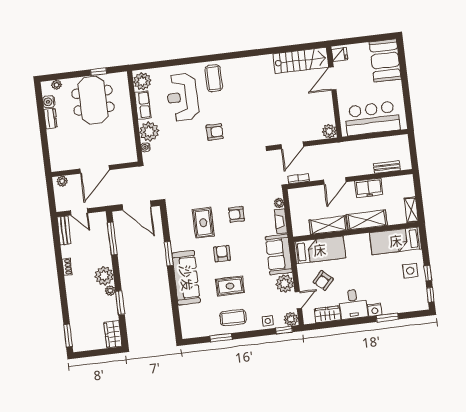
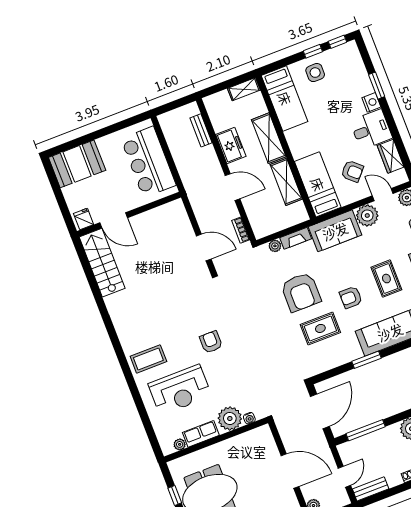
plant: (142, 81) -> (180, 444), width x0.53, depth x0.53
plant: (329, 131) -> (176, 208), removed
armchair: (236, 214) -> (301, 292), width x1.88, depth x1.88

